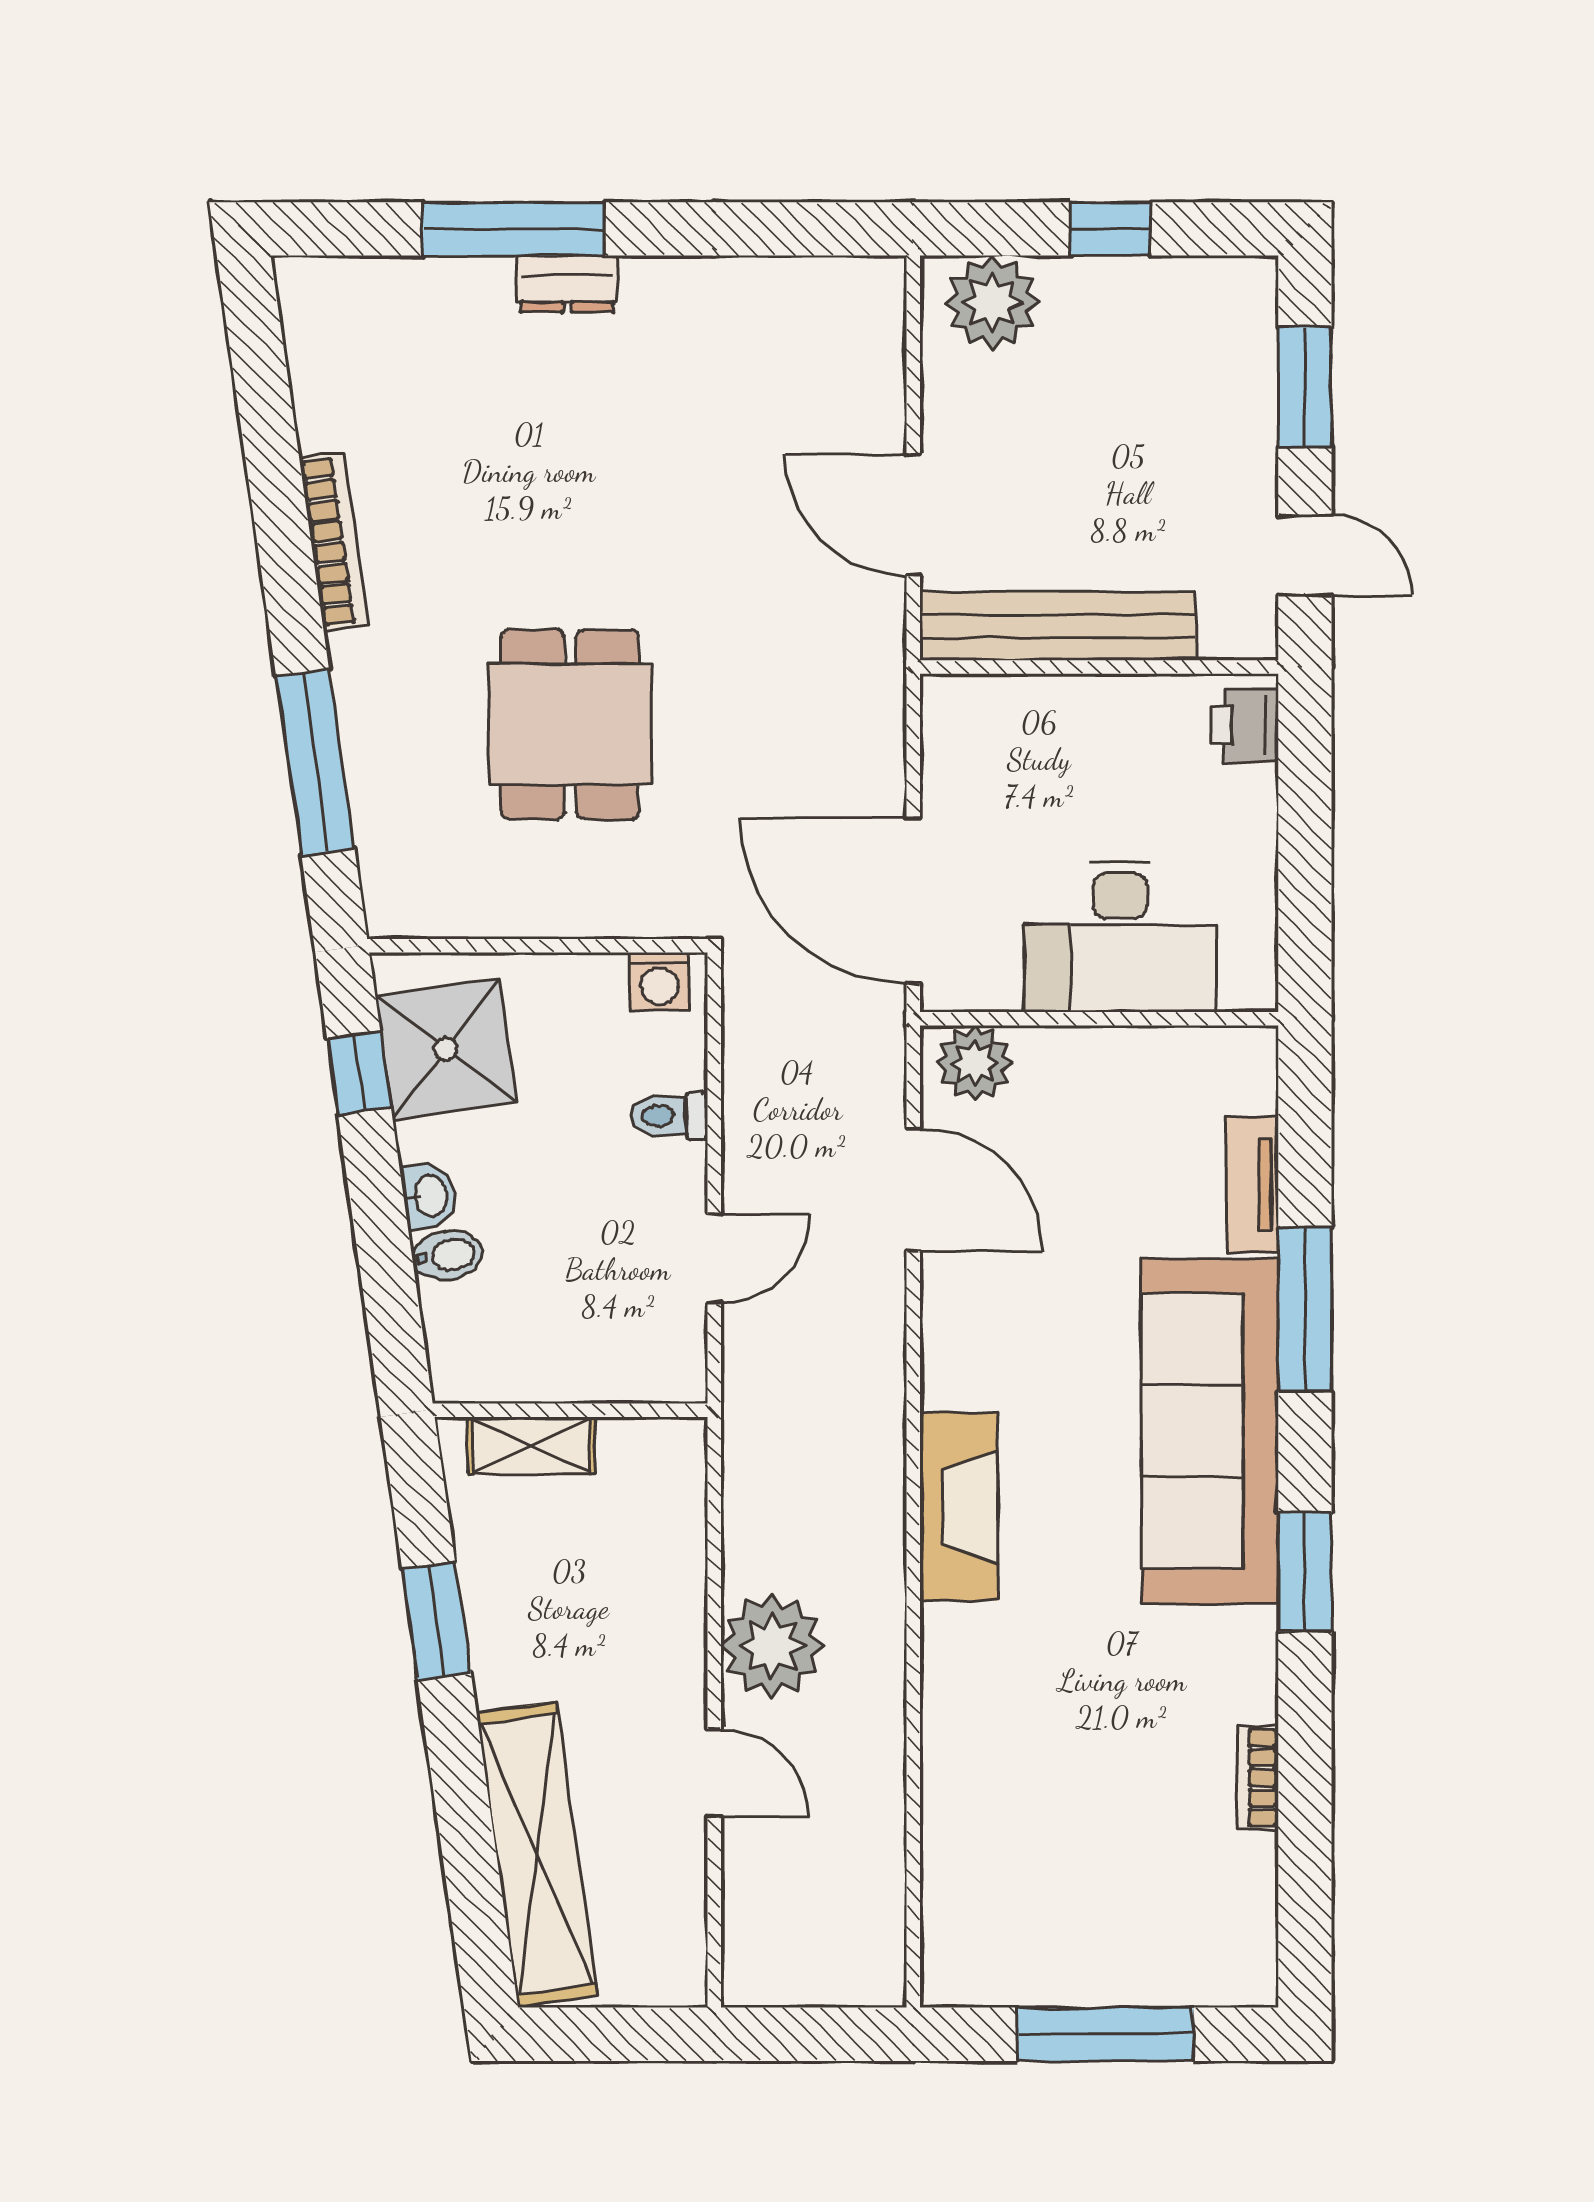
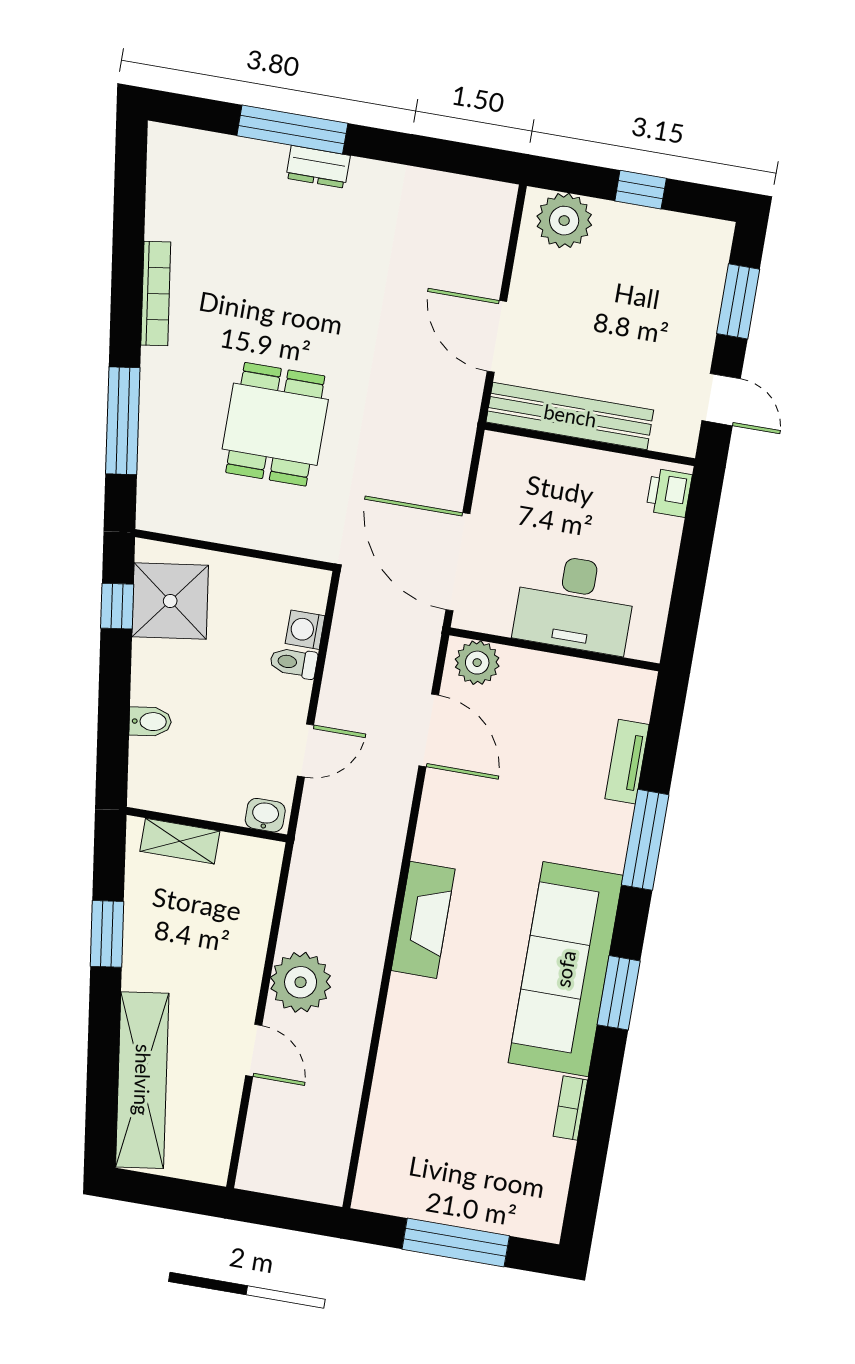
washing machine: (659, 981) -> (305, 630), moved, turned 90
washbasin: (429, 1196) -> (265, 815), moved, turned -82
sofa: (1210, 1431) -> (566, 969), moved

